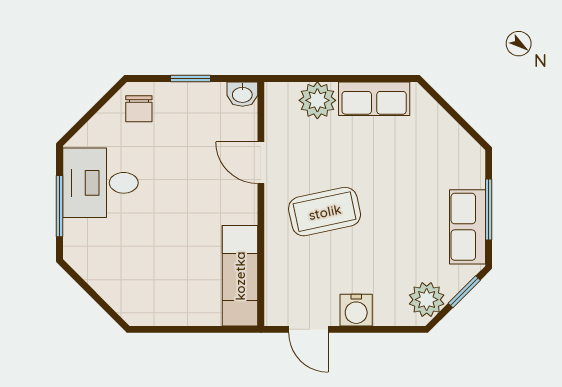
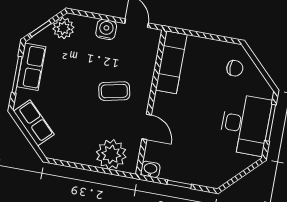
row of seats: (374, 99) -> (34, 123), moved, turned 45
plant: (317, 100) -> (111, 154), width x1.36, depth x1.36
chair: (139, 109) -> (235, 68), moved, turned 90
desk: (100, 183) -> (245, 125), width x1.37
coffee table: (325, 212) -> (114, 91), width x0.73, depth x0.77

